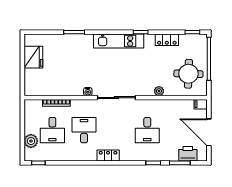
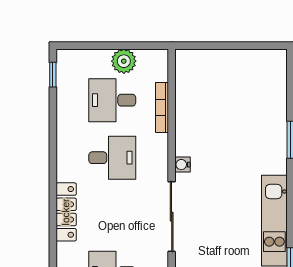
fridge: (33, 57) -> (245, 66), removed
plant: (31, 141) -> (124, 61), moved
locker: (108, 156) -> (66, 212), width x1.53

